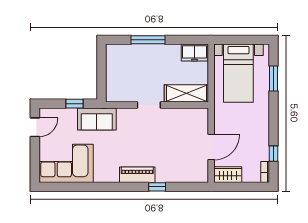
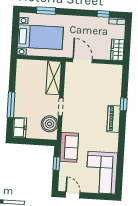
freezer: (195, 53) -> (19, 128), moved
boiler: (126, 92) -> (50, 124), added
door: (211, 147) -> (82, 61), moved

